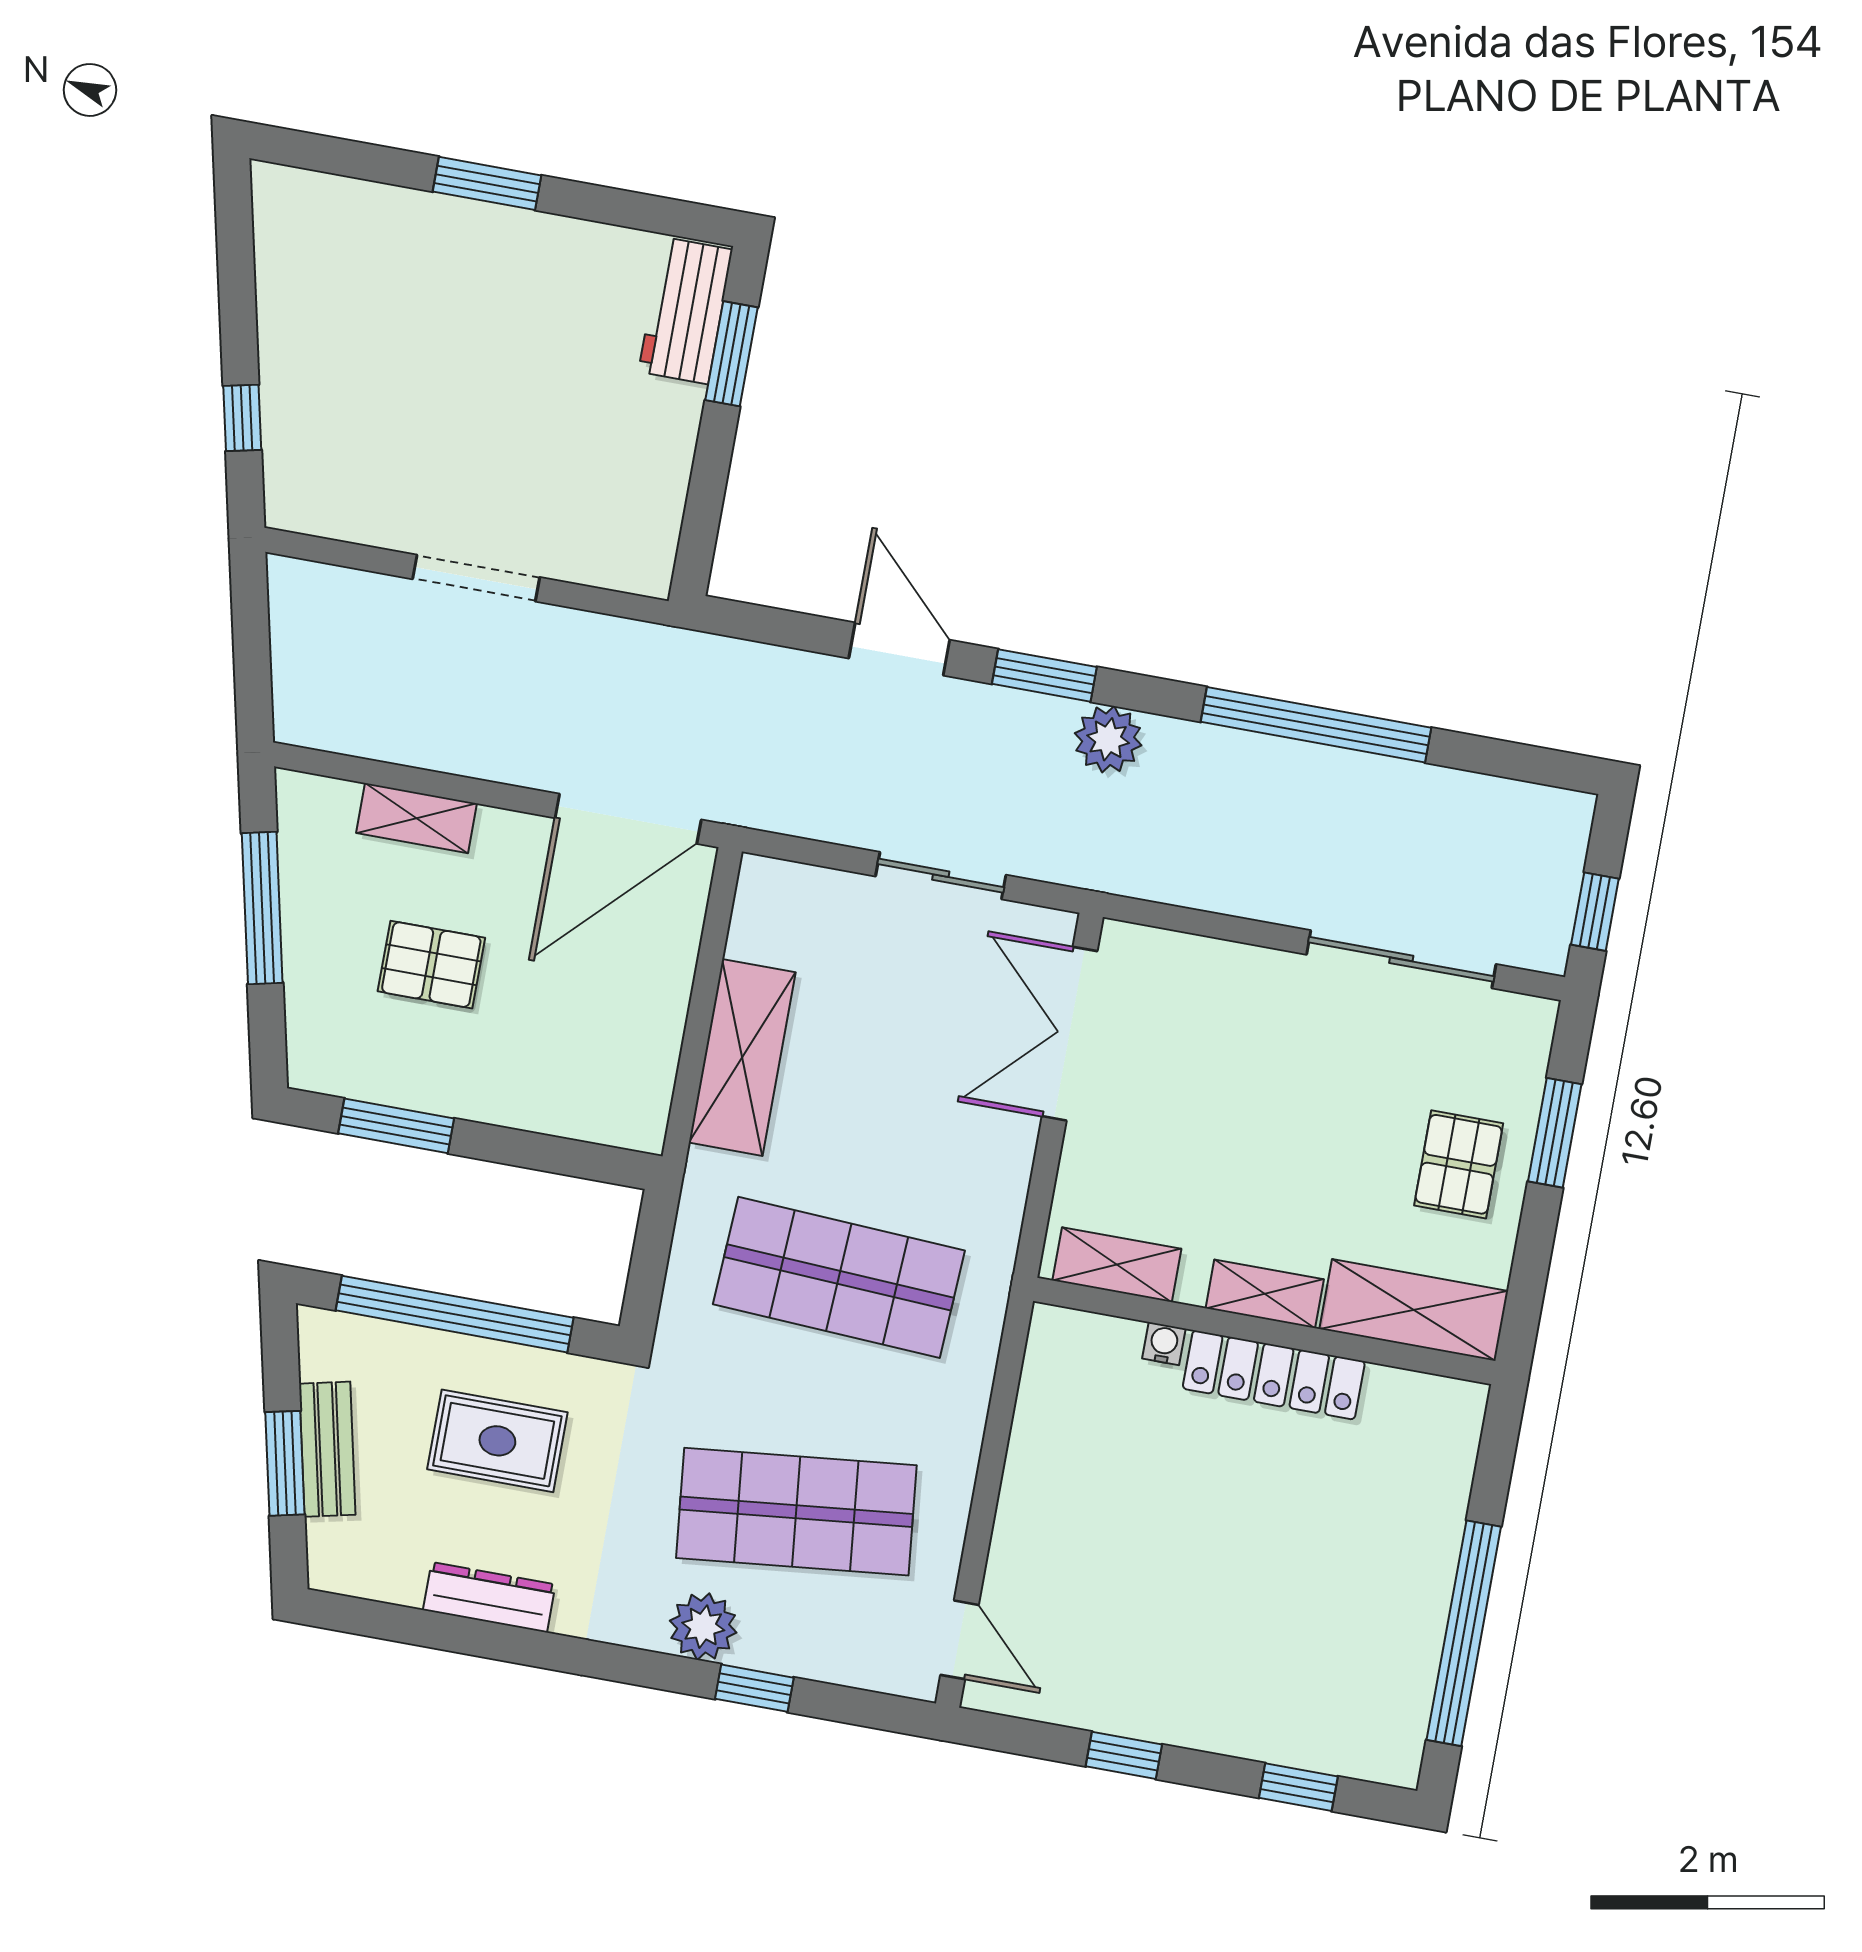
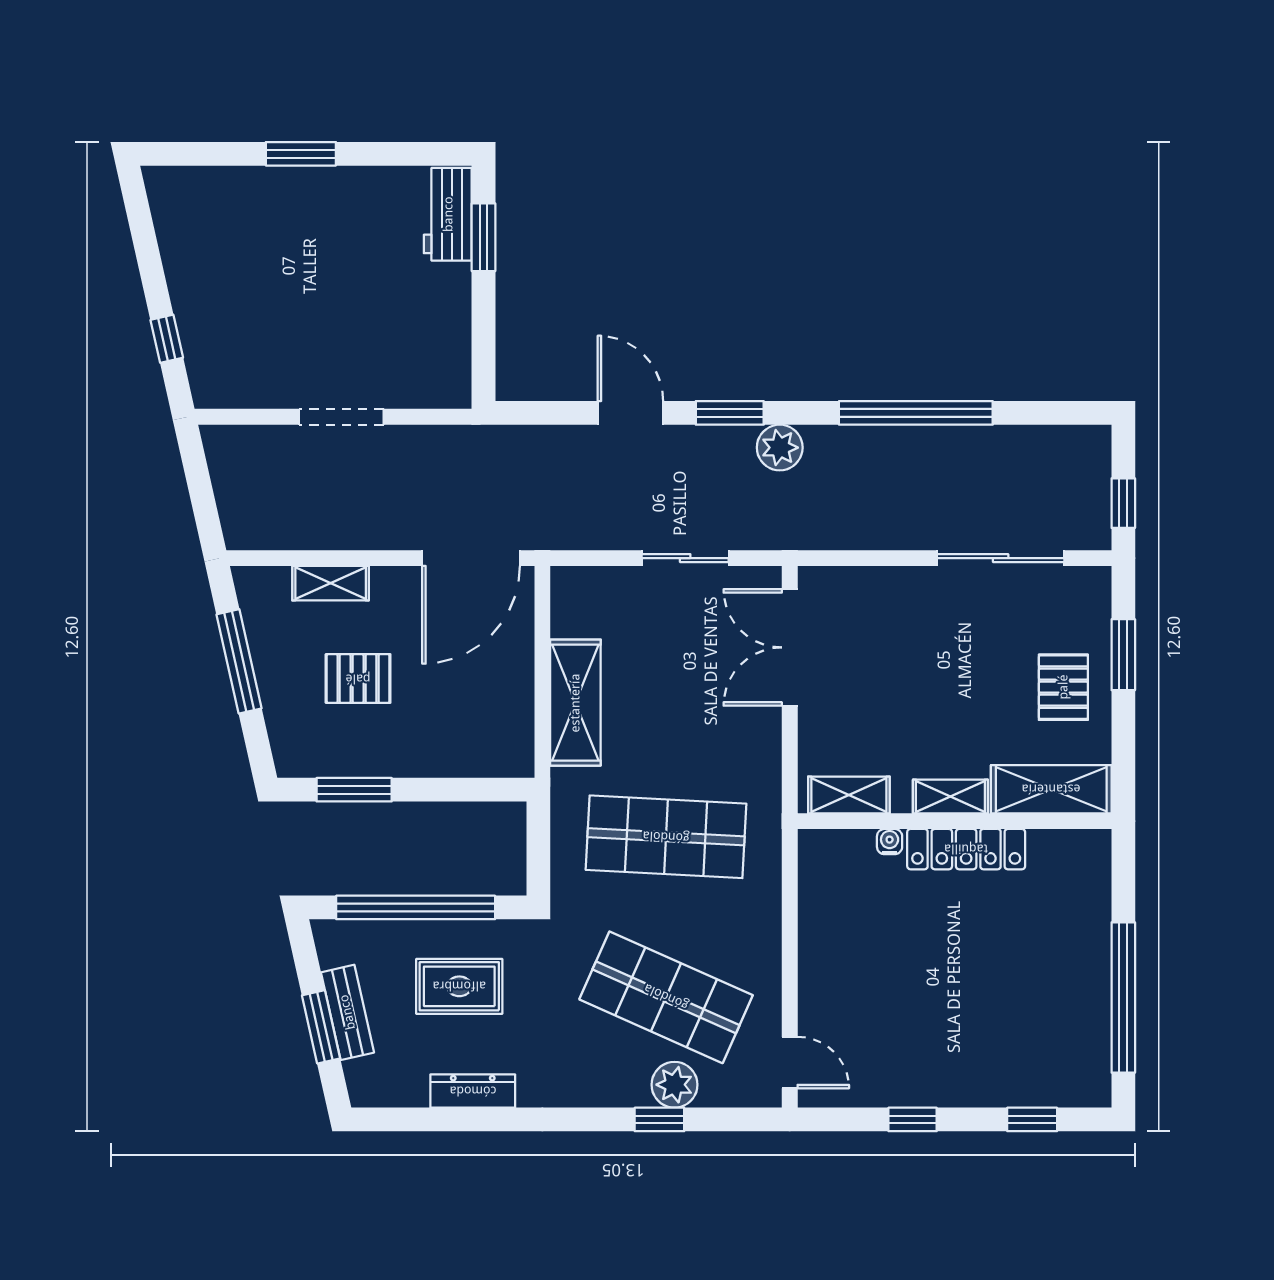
shop shelf: (796, 1512) -> (666, 997), turned 30
plant: (703, 1627) -> (674, 1085), moved

